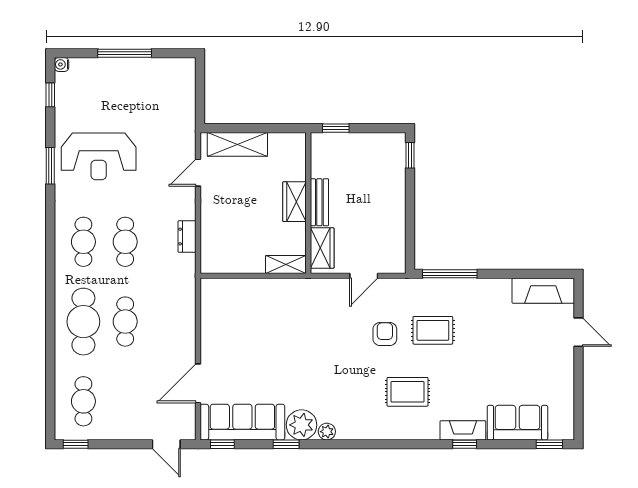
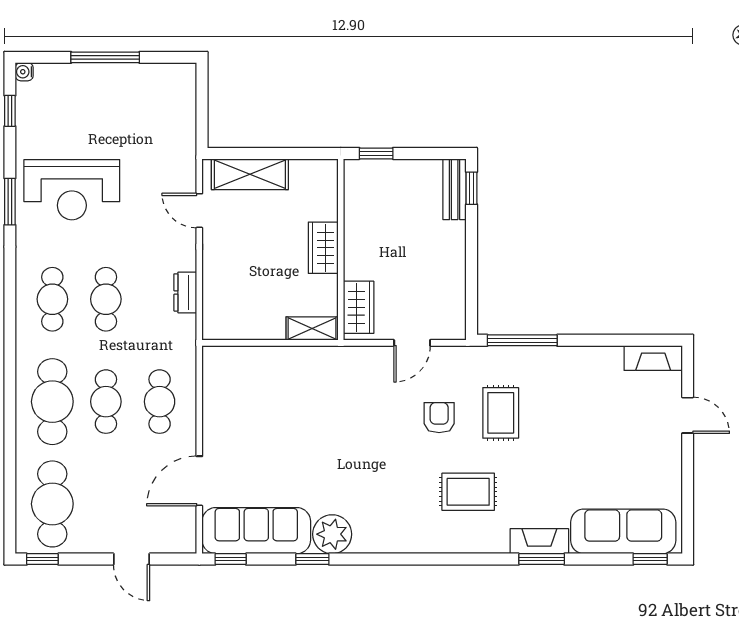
door: (198, 173) -> (199, 211), hinge flipped
bench: (319, 202) -> (455, 189), moved
fireplace: (543, 291) -> (653, 358), width x0.73, depth x0.76
cafe table: (167, 322) -> (160, 402), added
rug: (433, 330) -> (501, 413), turned 90
cafe table: (83, 401) -> (52, 504), width x1.37, depth x1.35
sofa: (517, 423) -> (623, 531), width x1.36
plant: (327, 432) -> (365, 543), removed
door: (166, 444) -> (131, 559), moved
window: (465, 444) -> (542, 559), width x1.50

